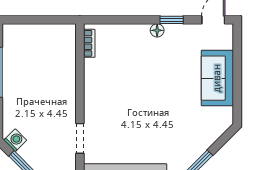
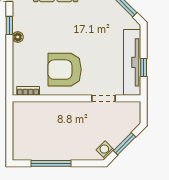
armchair: (116, 89) -> (65, 70), added

